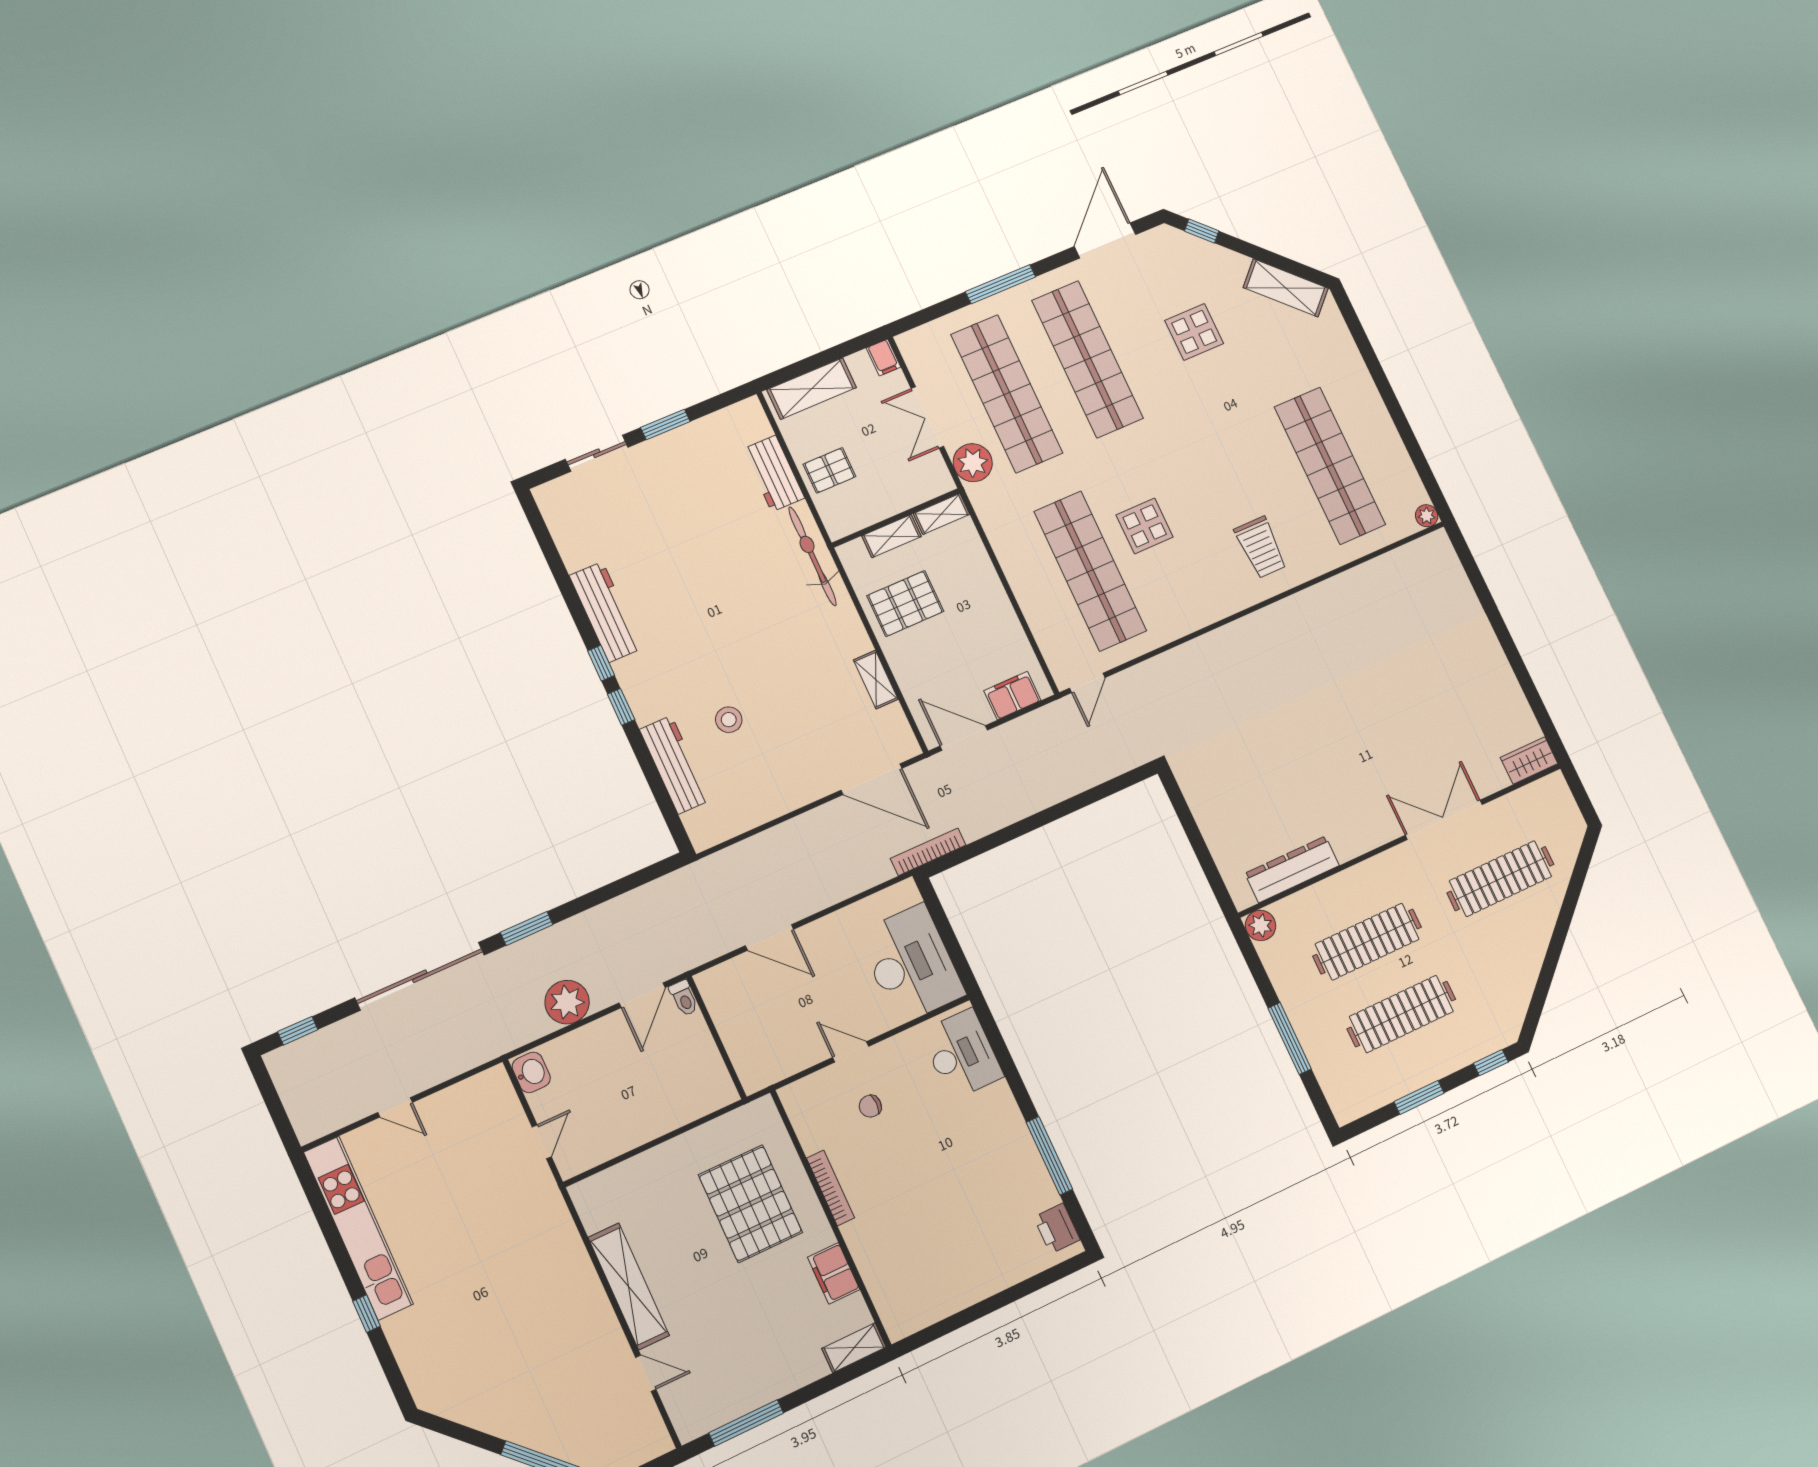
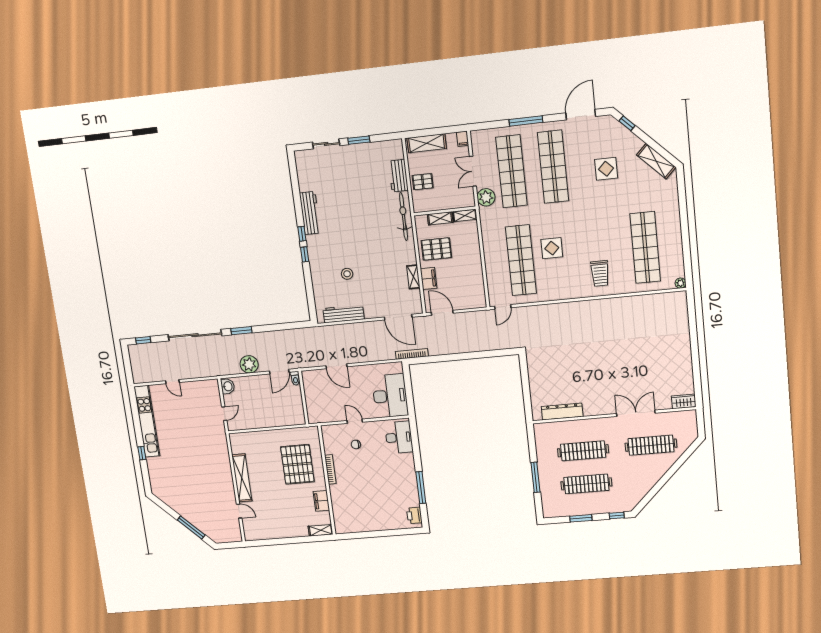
filing cabinet: (1012, 695) -> (429, 278), moved, turned 90
workbench: (675, 765) -> (344, 314), moved, turned -90
plant: (1261, 925) -> (540, 429), removed
window: (746, 1423) -> (271, 542), removed

